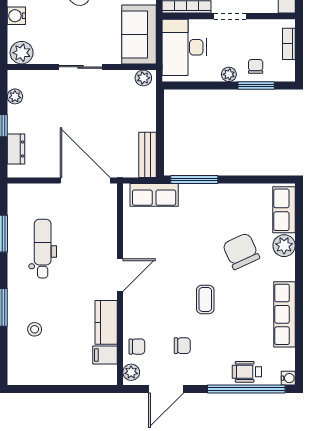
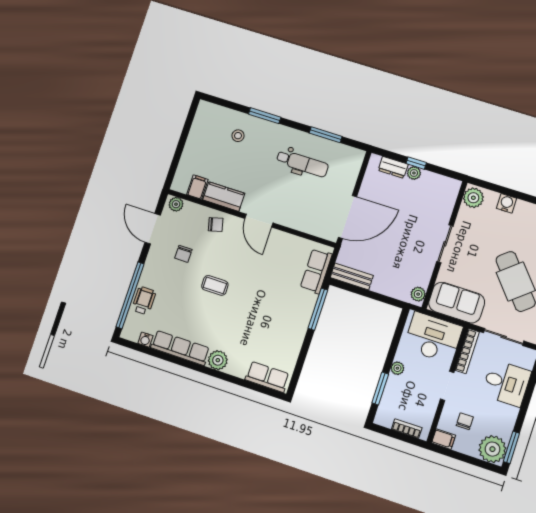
chair: (256, 66) -> (397, 393), removed
plant: (15, 96) -> (414, 173), moved
plant: (284, 246) -> (218, 360), moved
chair: (241, 251) -> (245, 329), removed
chair: (137, 347) -> (216, 225), moved, turned -105
water cooler: (288, 378) -> (145, 340), moved

